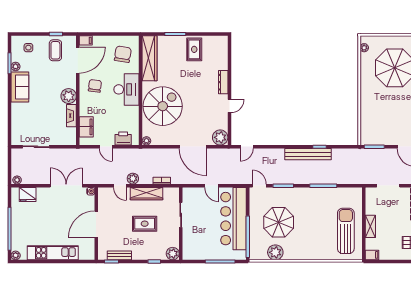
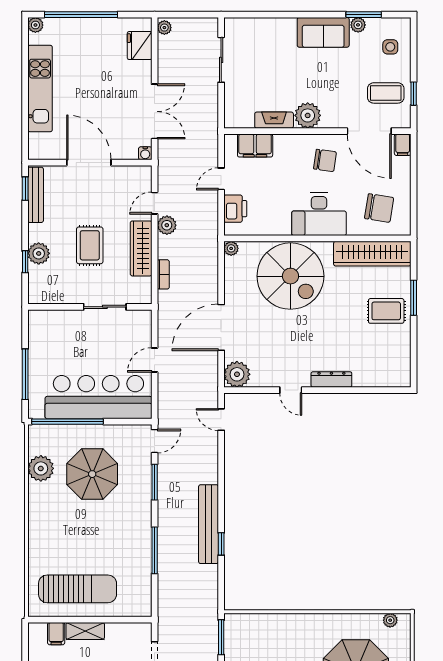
rug: (194, 49) -> (386, 311), moved
plant: (173, 254) -> (39, 253), moved
bench: (119, 255) -> (36, 195), width x1.36
filing cabinet: (372, 255) -> (56, 634), moved

